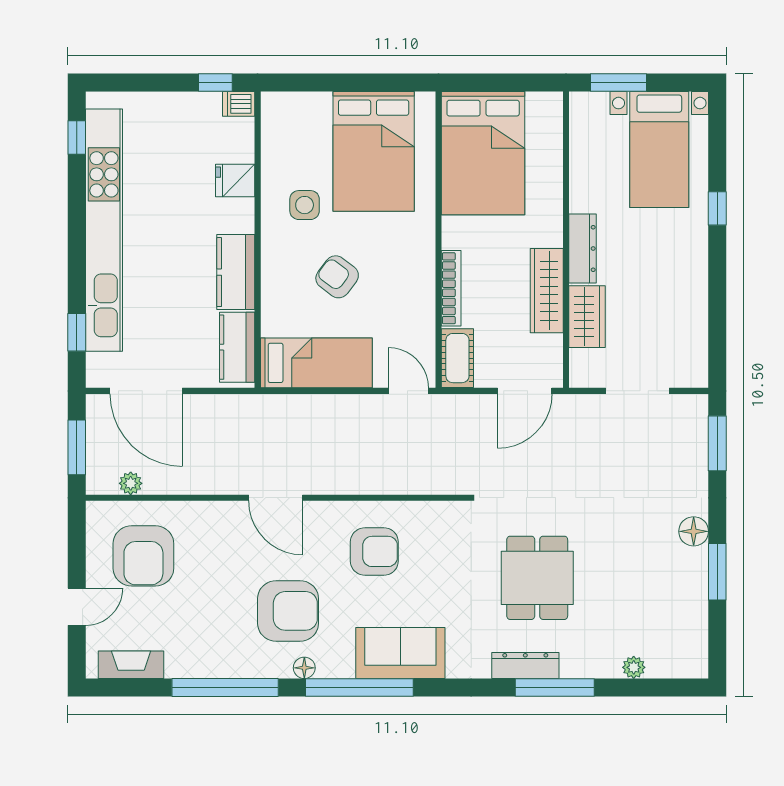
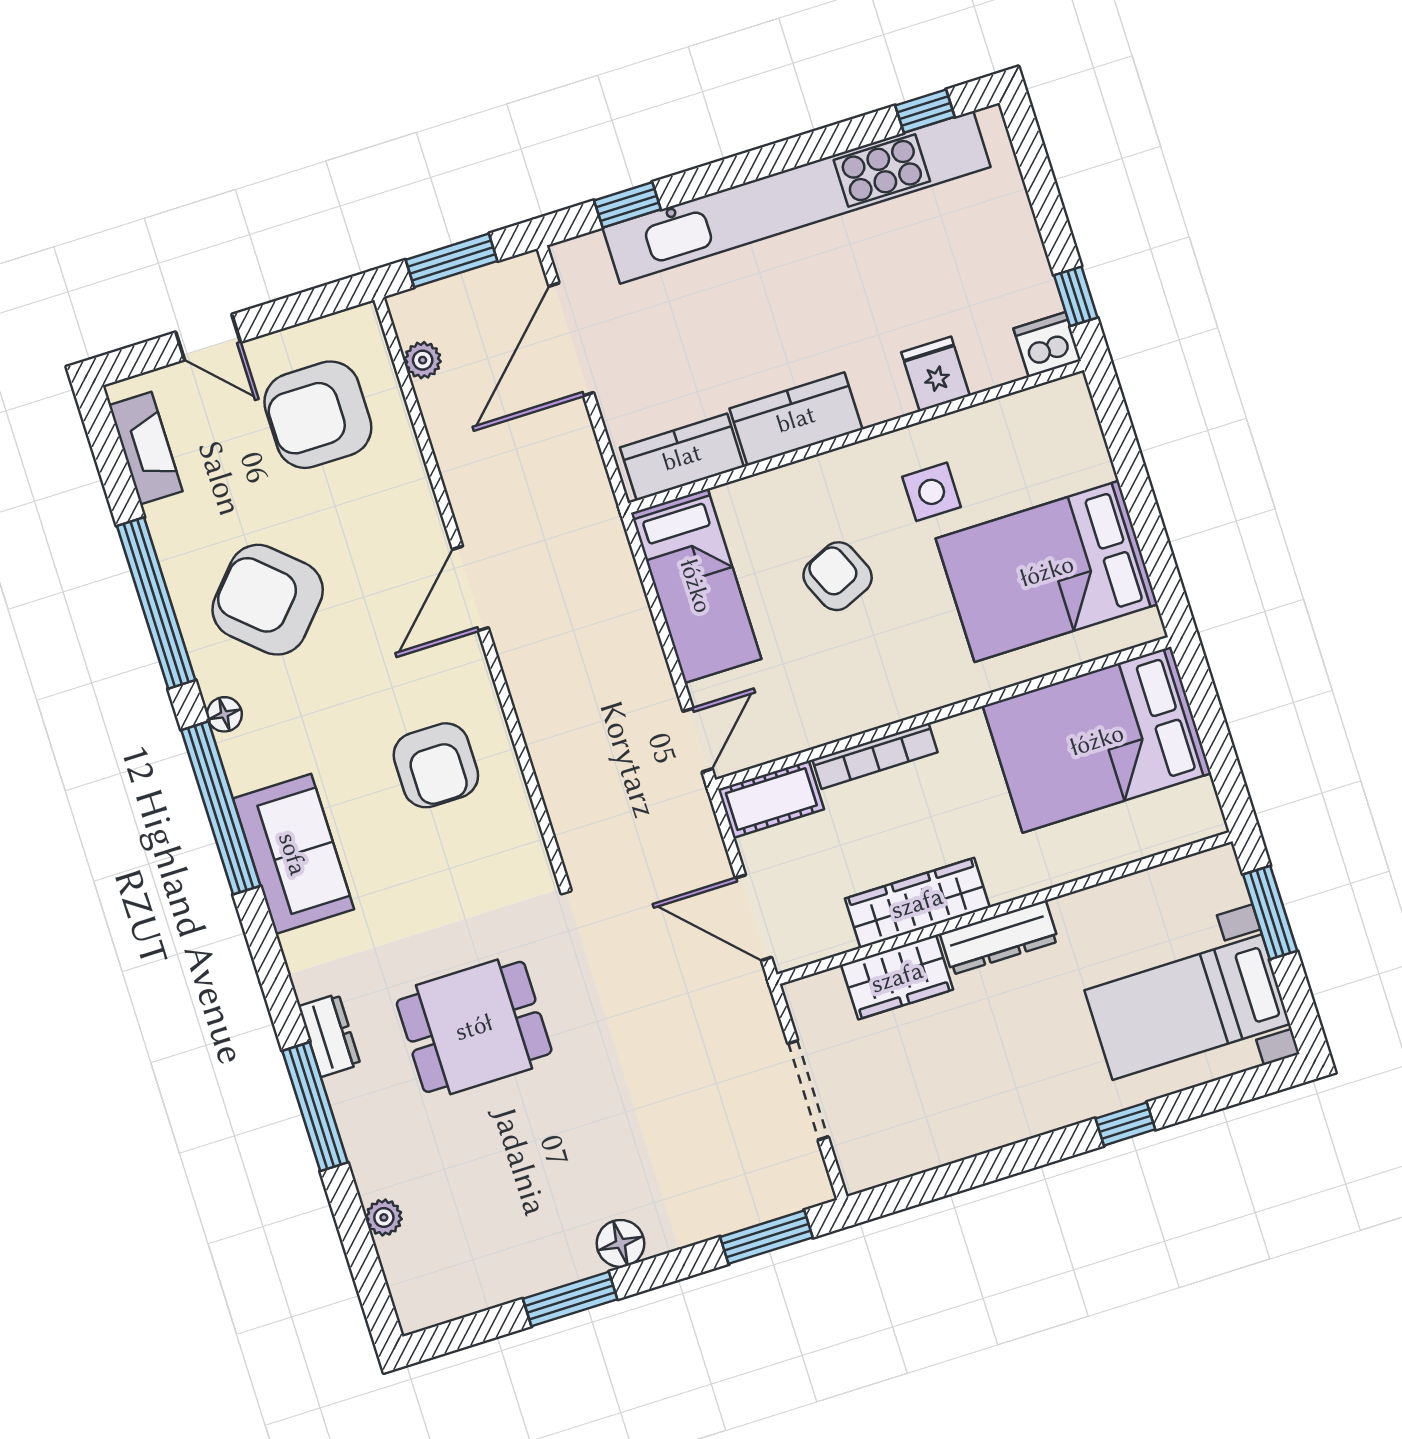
dishwasher: (239, 104) -> (1047, 345), width x1.38
armchair: (337, 277) -> (838, 576), turned -61
armchair: (288, 611) -> (268, 600), moved, turned 132
dresser: (525, 666) -> (329, 1035), width x0.70

